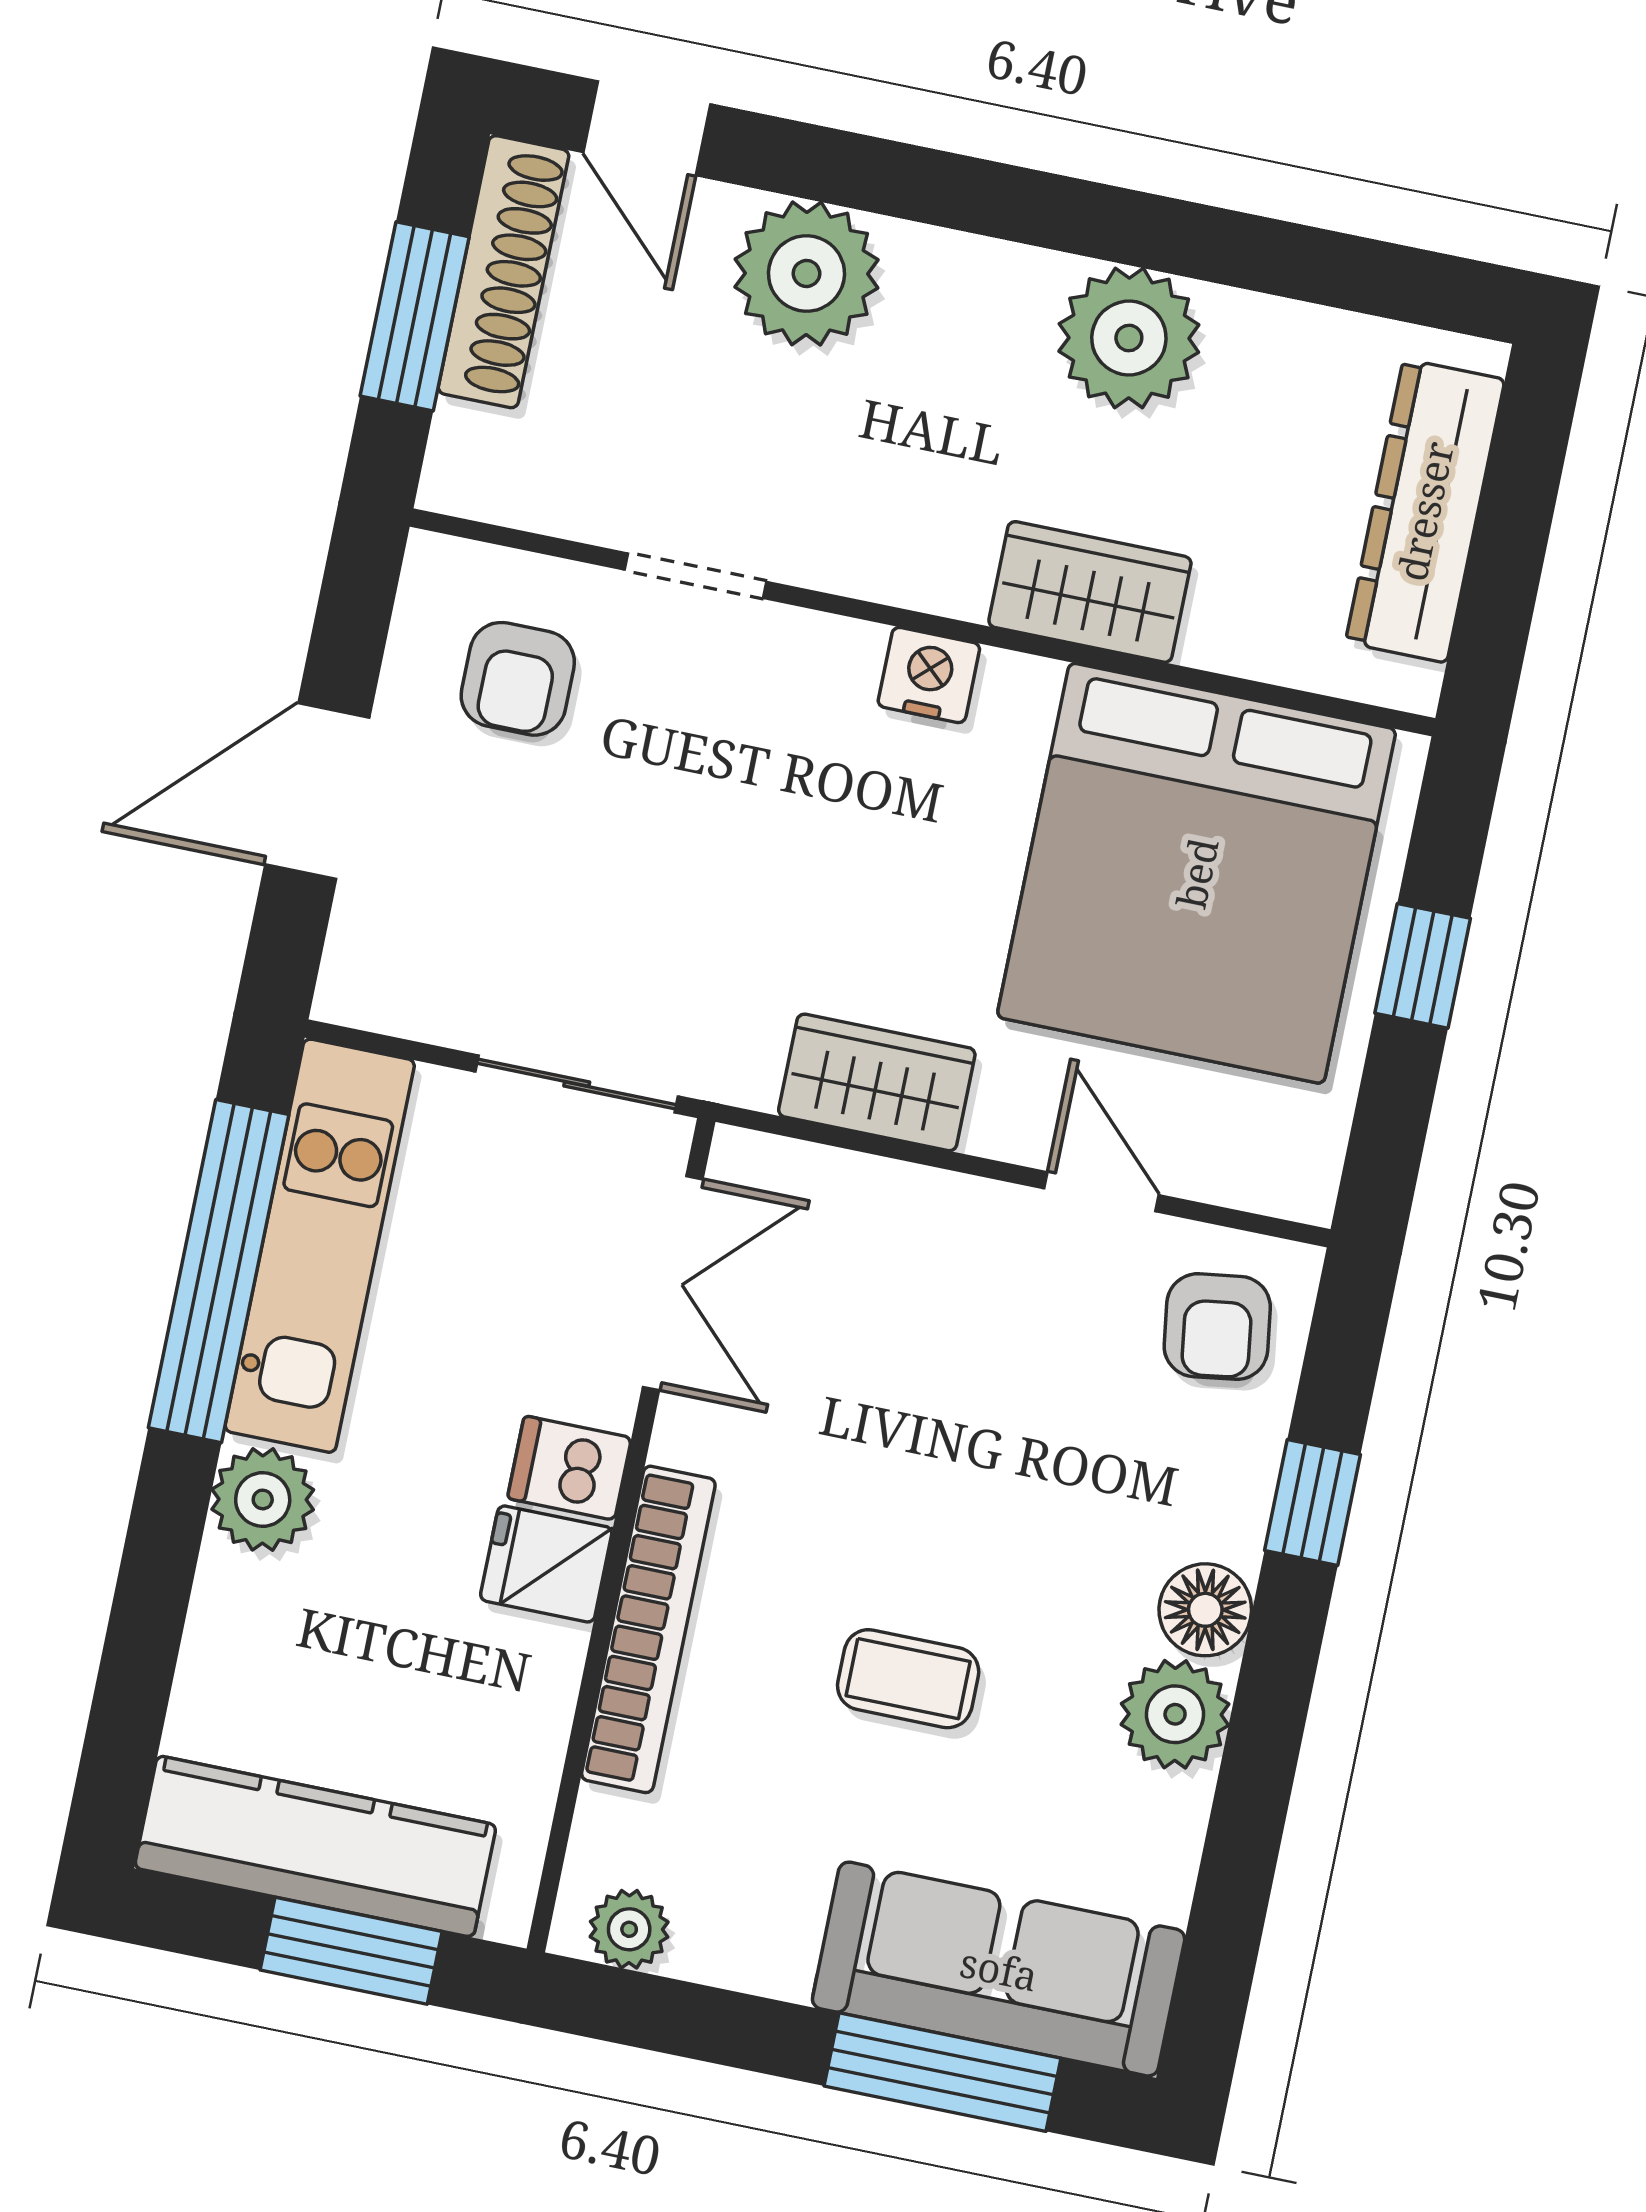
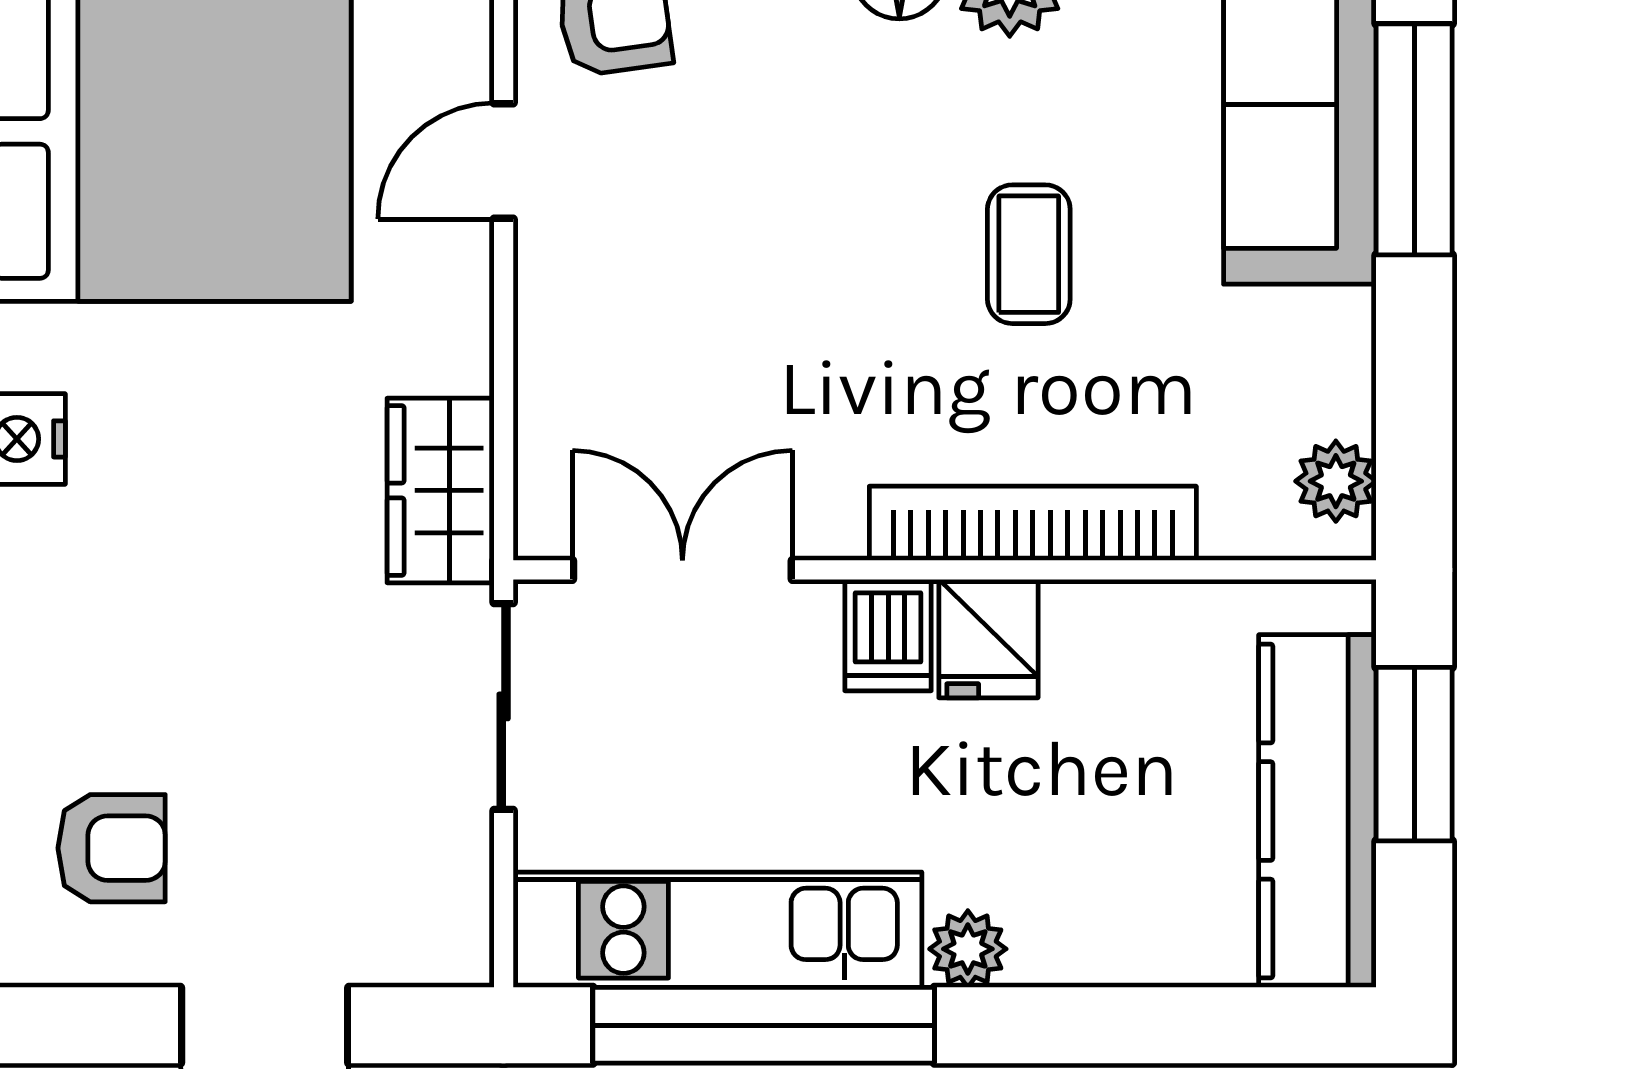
wardrobe: (877, 1082) -> (441, 490), moved
plant: (263, 1499) -> (968, 949), width x0.73, depth x0.73

